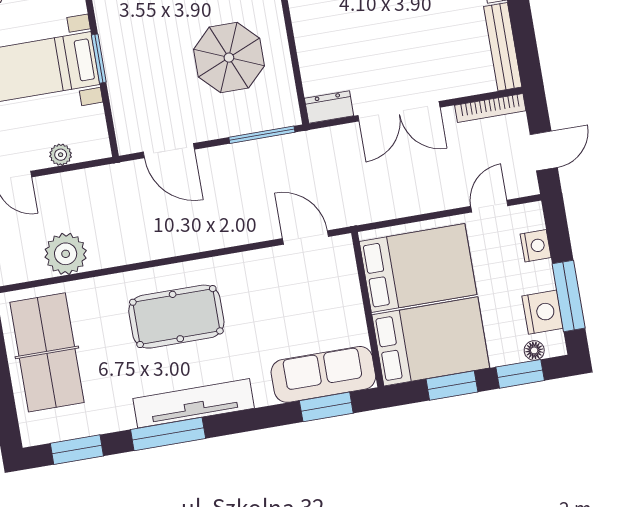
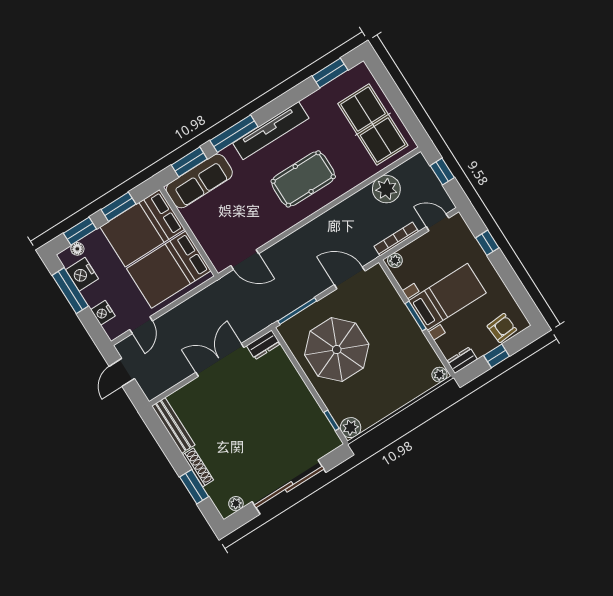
parasol: (229, 58) -> (337, 350), width x1.36, depth x1.36
bookcase: (490, 108) -> (396, 239), moved
plant: (61, 155) -> (395, 260), moved
window: (168, 434) -> (234, 134), moved

